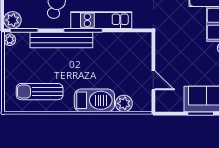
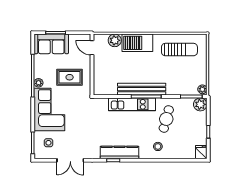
bench: (61, 40) -> (142, 89), moved
rug: (183, 55) -> (70, 77), added
door: (153, 80) -> (92, 48), moved

